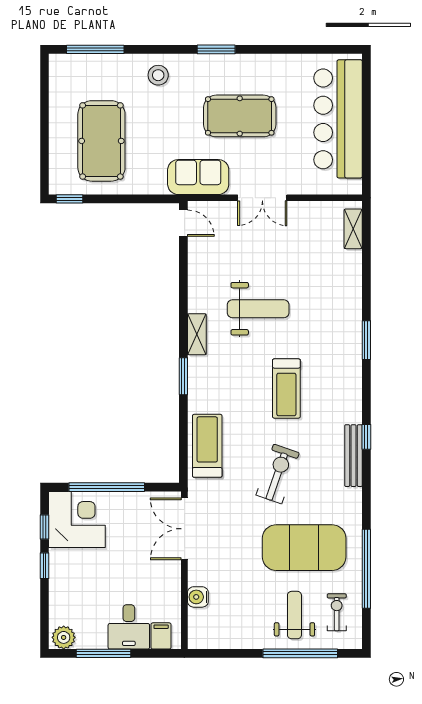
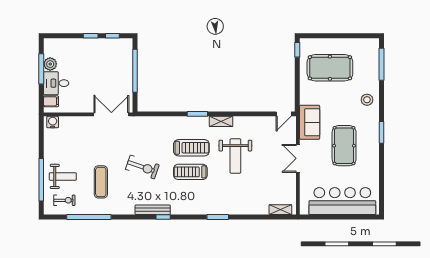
treadmill: (207, 446) -> (191, 148), moved
corner desk: (77, 520) -> (117, 54), removed
exercise mat: (304, 548) -> (101, 182), width x0.50, depth x0.69
water cooler: (198, 597) -> (53, 122), moved
plant: (64, 637) -> (50, 64), moved

